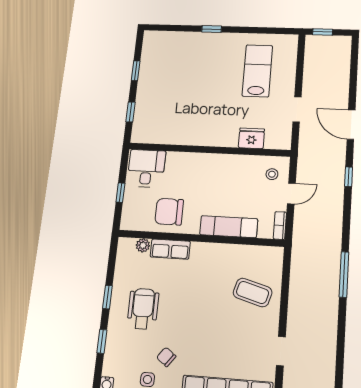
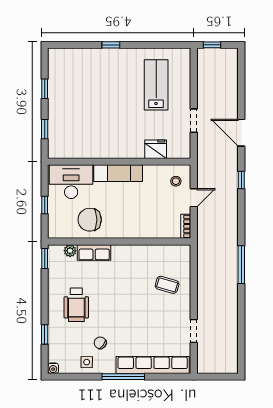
desk: (146, 168) -> (71, 182), width x1.37
exam couch: (229, 227) -> (118, 173), moved, turned 180
coffee table: (253, 292) -> (167, 285), width x0.73, depth x0.77
window: (107, 297) -> (45, 258), moved
wheelchair: (143, 309) -> (76, 305), turned 180

